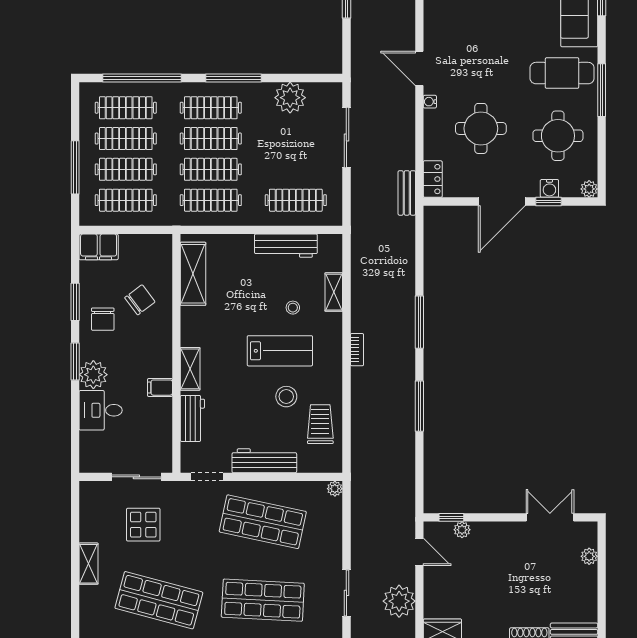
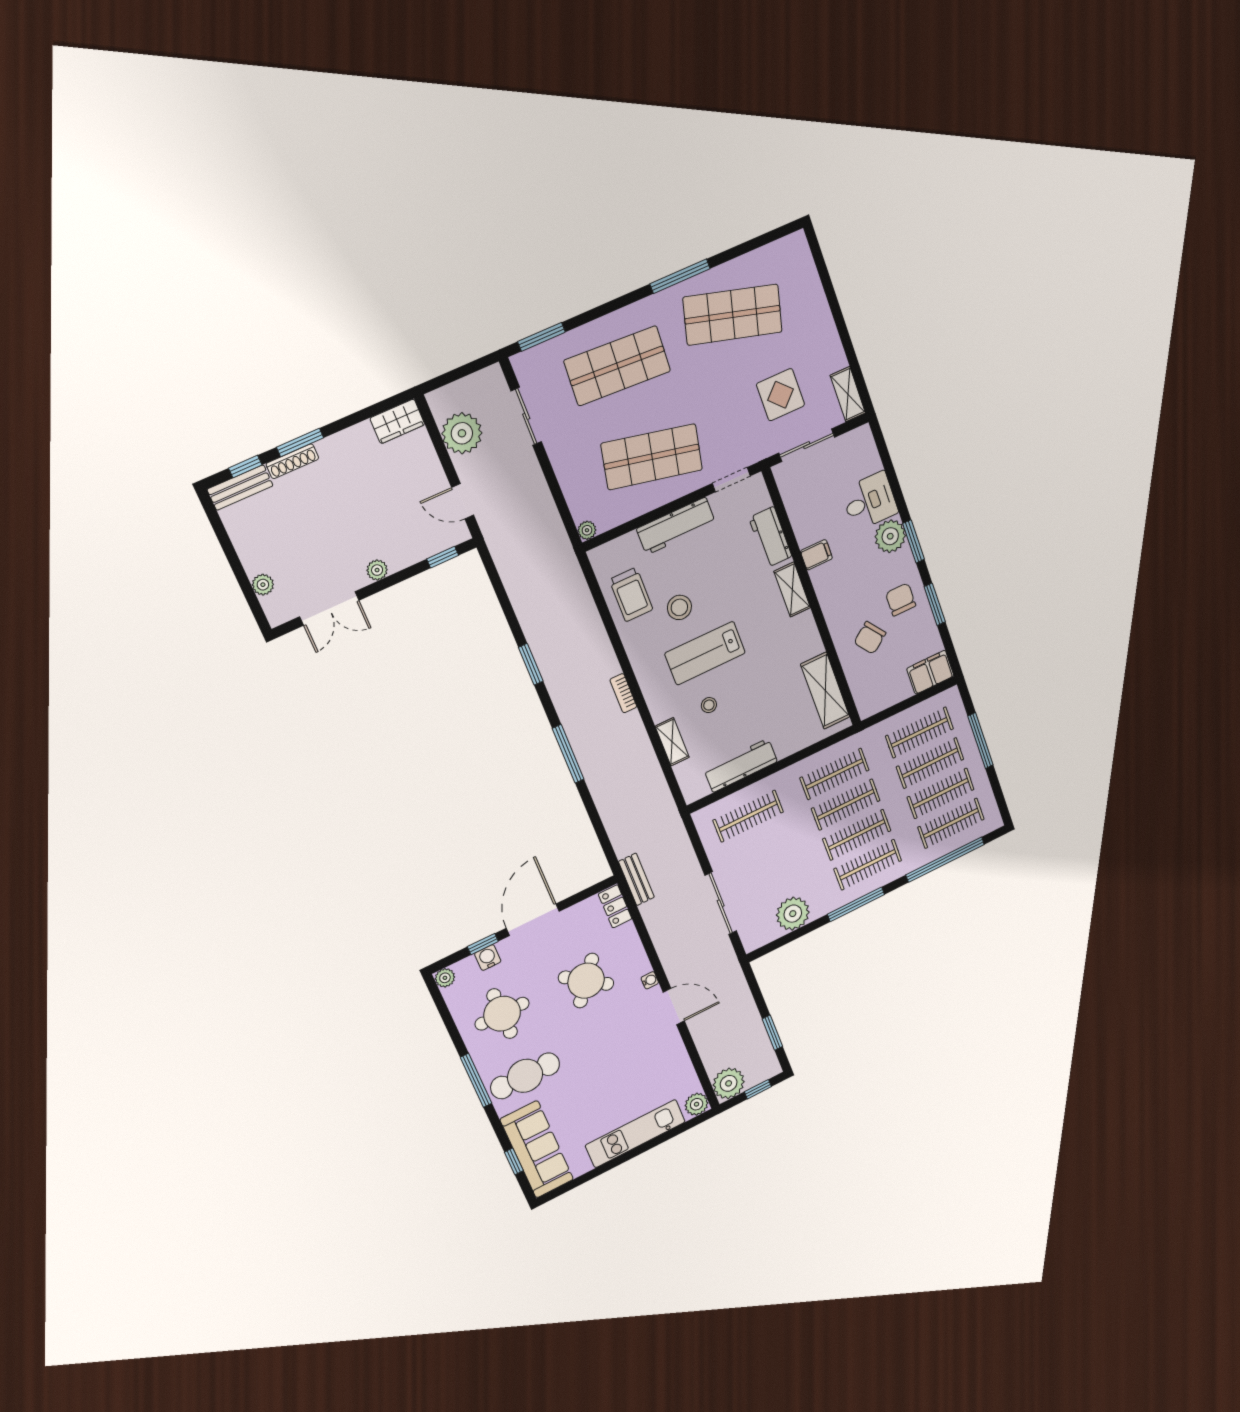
round table: (481, 128) -> (586, 981), turned 37
window: (419, 406) -> (531, 664), width x0.69
plant: (462, 530) -> (377, 570), moved
shelving: (89, 564) -> (848, 394), moved

